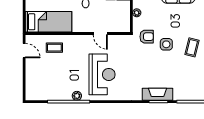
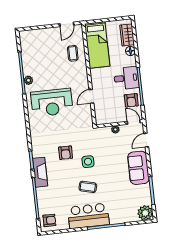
armchair: (147, 37) -> (66, 153), moved
fireplace: (158, 94) -> (40, 172), moved

